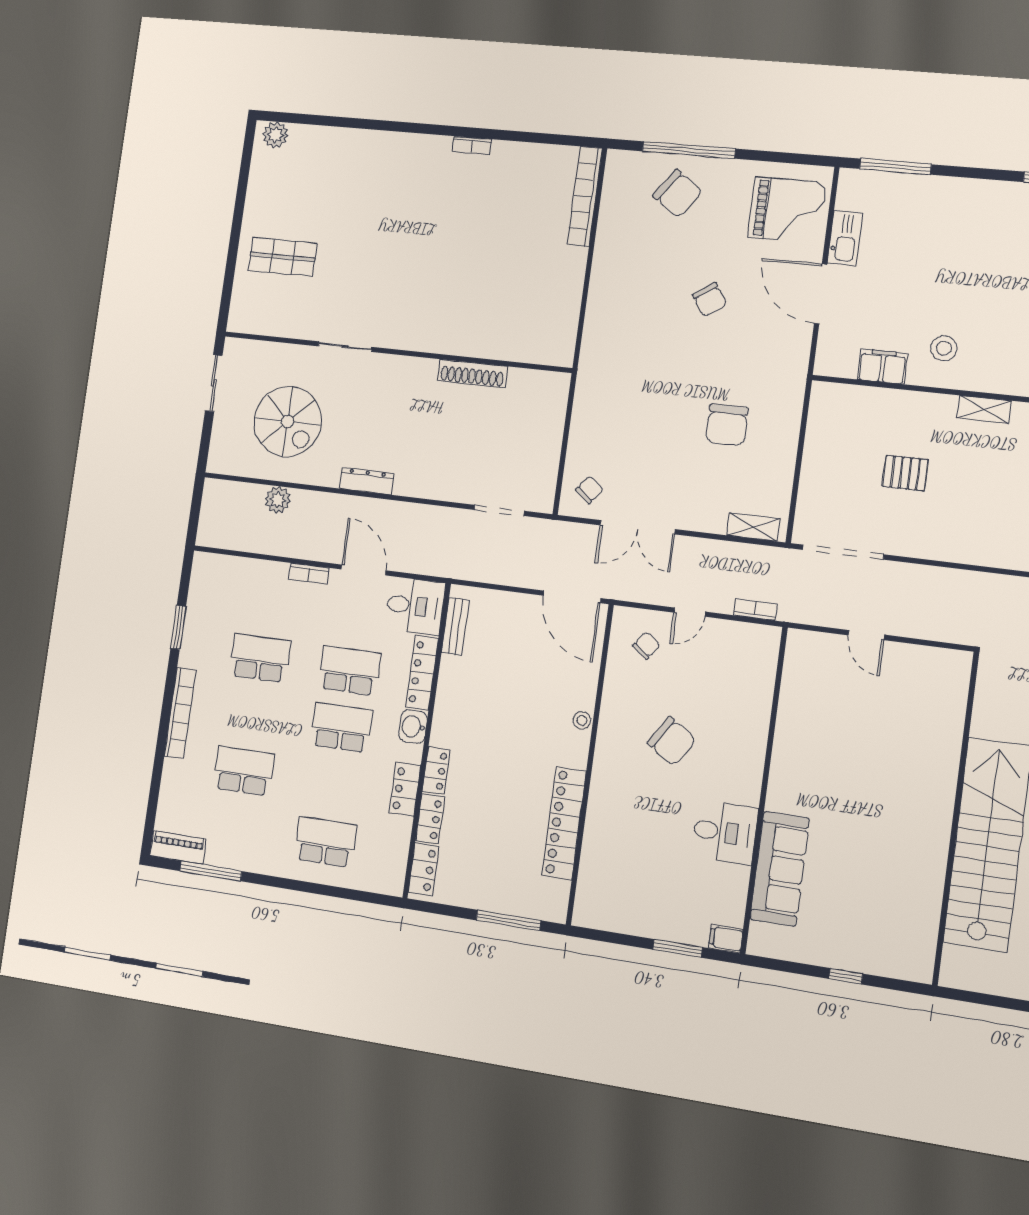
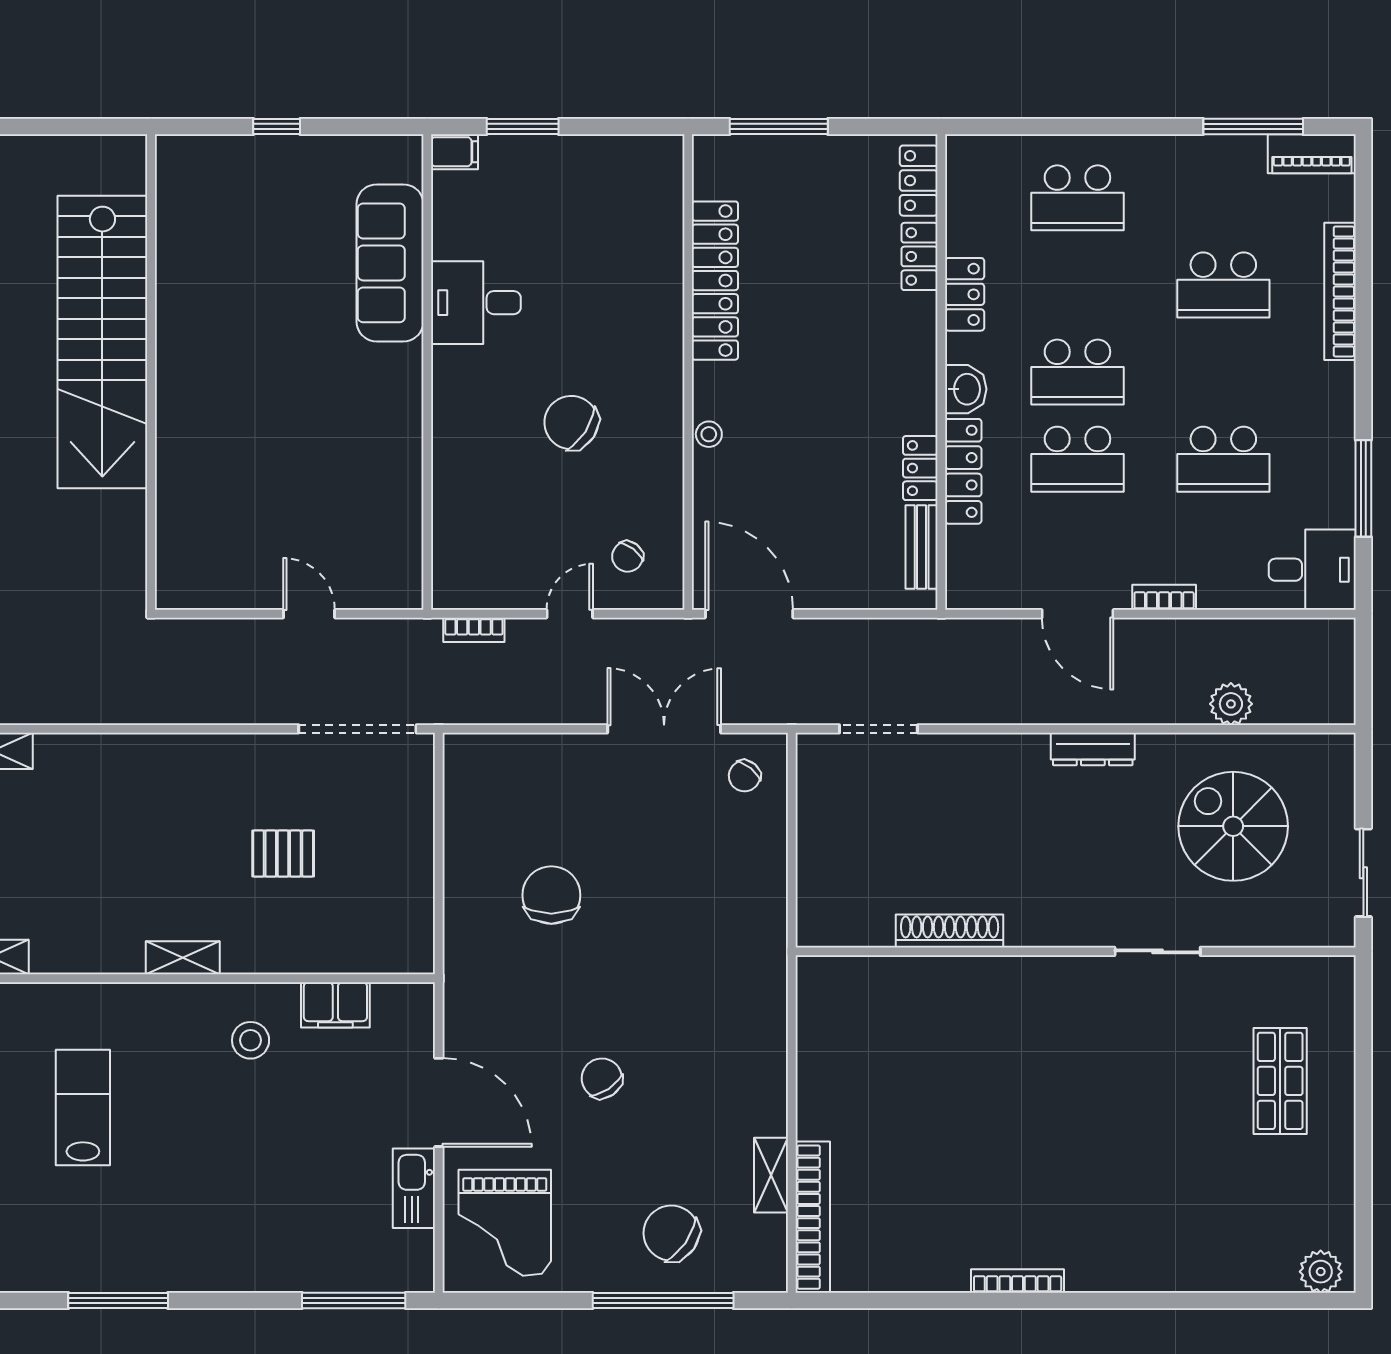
bookcase: (471, 145) -> (1018, 1281), width x1.56
grand piano: (787, 210) -> (505, 1223), turned -90
shop shelf: (282, 257) -> (1280, 1081), turned 90
shelving: (753, 527) -> (771, 1175), moved, turned 90
desk: (415, 606) -> (1312, 570), moved, turned 180
window: (178, 627) -> (1363, 488), width x1.44
bookcase: (180, 713) -> (1340, 291), moved
locker: (436, 771) -> (920, 468), moved

